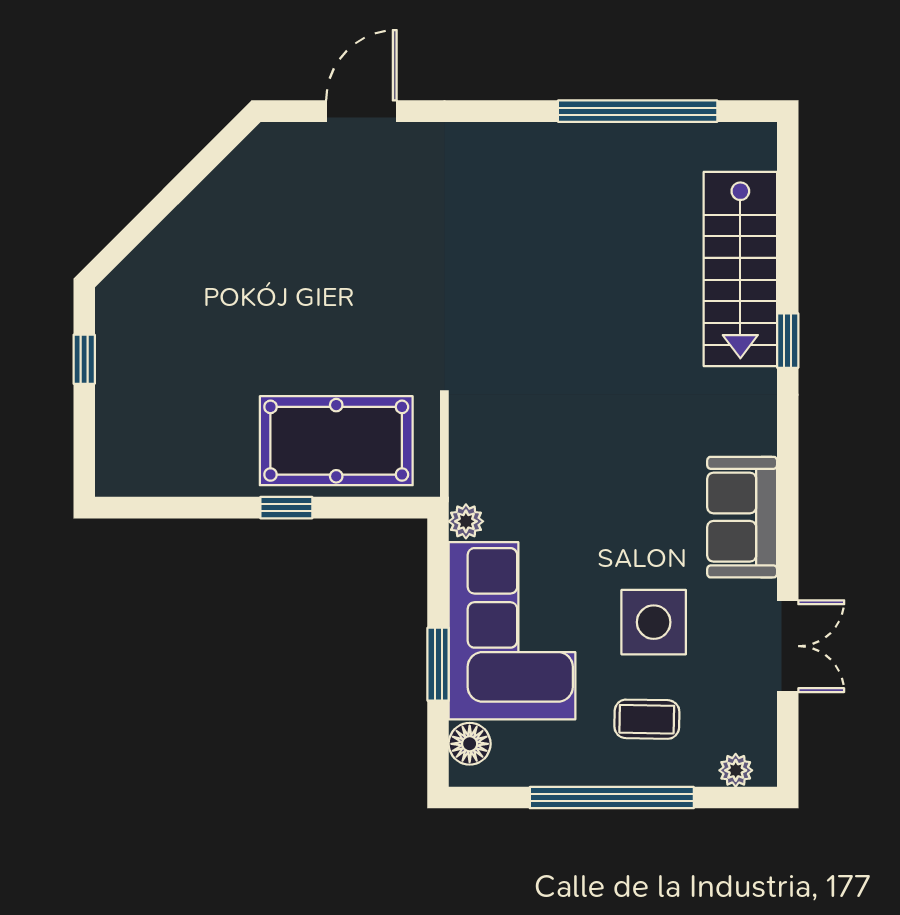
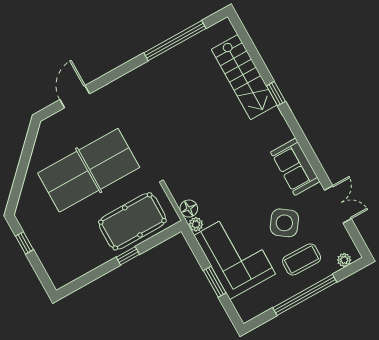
table tennis table: (304, 282) -> (89, 170), added
side table: (654, 622) -> (284, 223), turned 36
coffee table: (647, 719) -> (302, 259), width x1.36, depth x1.30
floor lamp: (470, 744) -> (189, 209), moved

